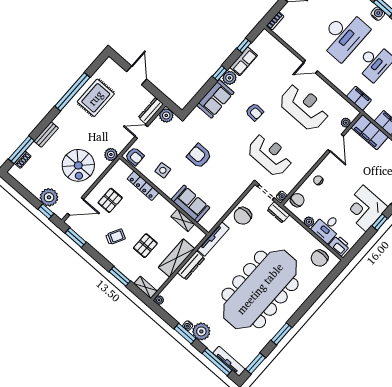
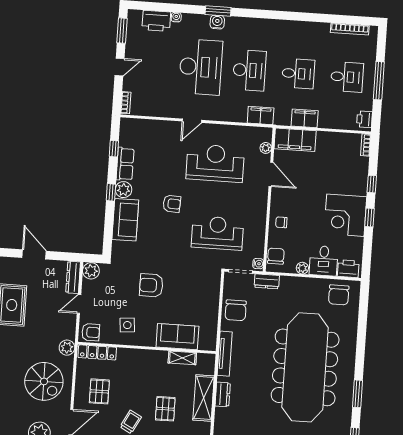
locker: (143, 186) -> (97, 352), moved
dresser: (191, 265) -> (223, 394), width x0.70

